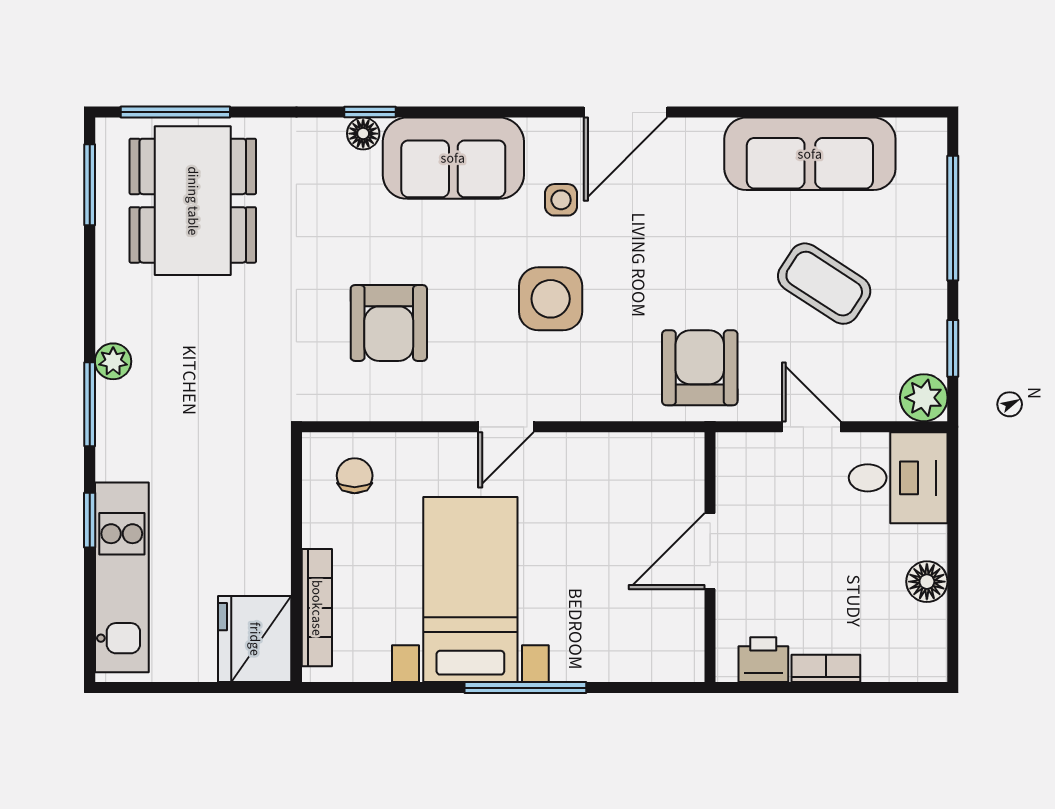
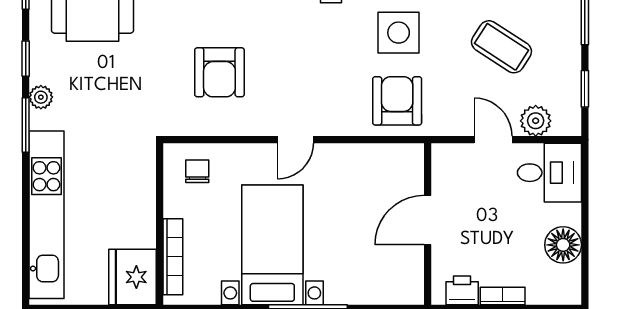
side table: (551, 299) -> (399, 33), moved
armchair: (700, 368) -> (397, 101), moved
plant: (924, 398) -> (536, 121), moved
window: (90, 520) -> (26, 59), moved
kitchen unit: (122, 577) -> (46, 215), width x1.36
floor lamp: (927, 582) -> (563, 245), width x1.38, depth x1.38

